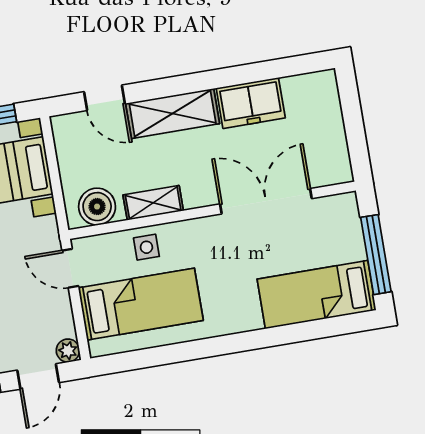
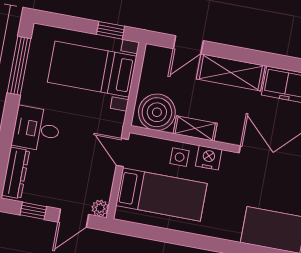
door: (105, 98) -> (188, 45), hinge flipped
boiler: (97, 207) -> (157, 112), width x1.37, depth x1.37
nightstand: (184, 234) -> (209, 158), added

